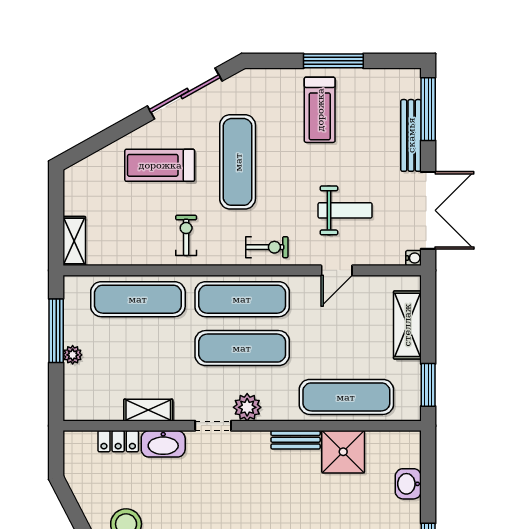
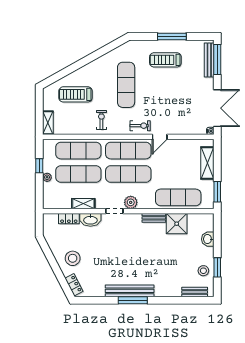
sliding door: (185, 94) -> (101, 52), removed
treadmill: (320, 110) -> (165, 60), turned 90
bench: (411, 135) -> (209, 60), moved
treadmill: (160, 165) -> (76, 94), moved
weight bench: (345, 210) -> (178, 108), removed
door: (337, 270) -> (160, 137), moved
window: (56, 331) -> (39, 166), width x0.46
exercise mat: (138, 348) -> (78, 174), added

